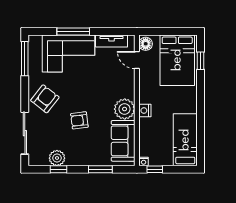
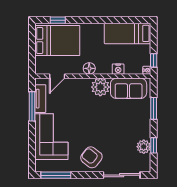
window: (73, 32) -> (32, 106), moved
floor lamp: (146, 44) -> (89, 68), moved
nightstand: (145, 111) -> (118, 69), moved
armchair: (79, 120) -> (110, 127), removed

